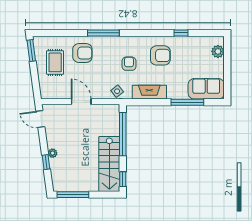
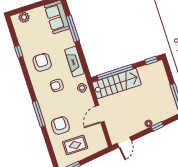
stairs: (109, 164) -> (117, 84), moved

